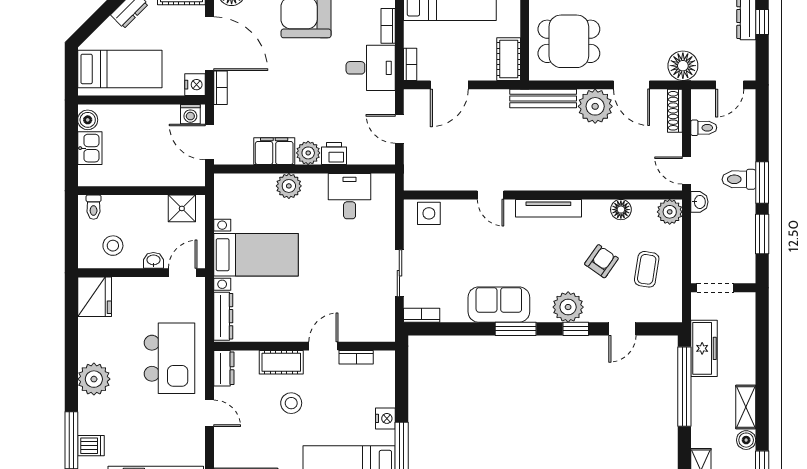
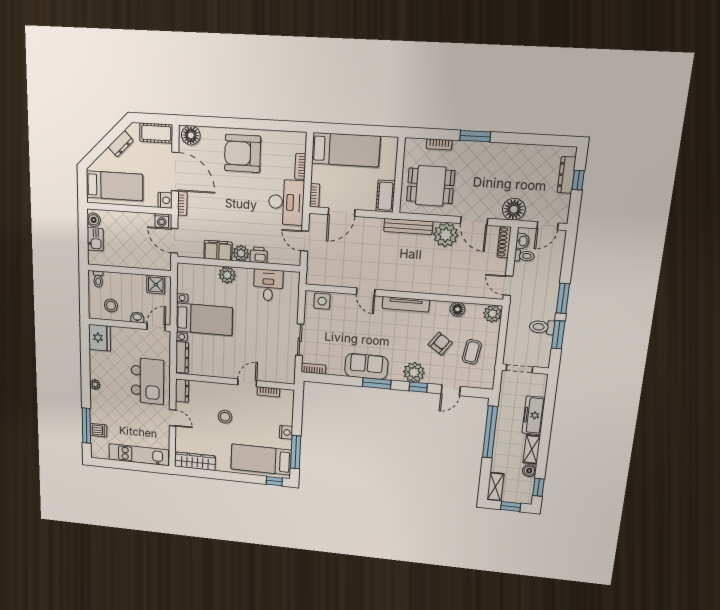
desk: (371, 68) -> (286, 202), width x1.37
toilet: (739, 179) -> (542, 327), moved
washbasin: (699, 202) -> (523, 241), moved
freezer: (704, 348) -> (534, 415), moved, turned 180
cot: (281, 362) -> (219, 390), removed
plant: (94, 379) -> (95, 384), width x0.53, depth x0.53

